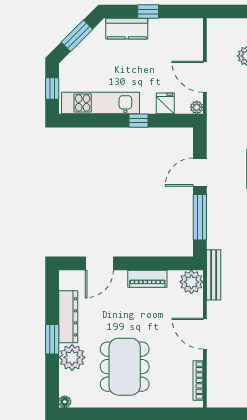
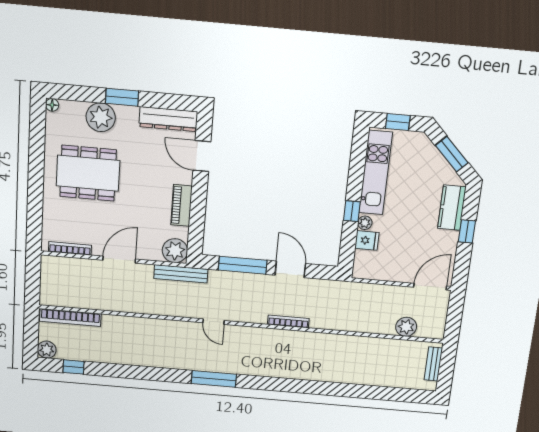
door: (205, 77) -> (430, 287), moved
plant: (197, 107) -> (365, 223), moved
dresser: (68, 317) -> (168, 119), moved

